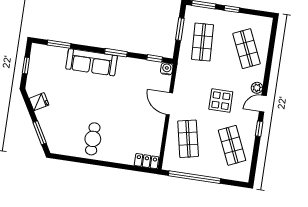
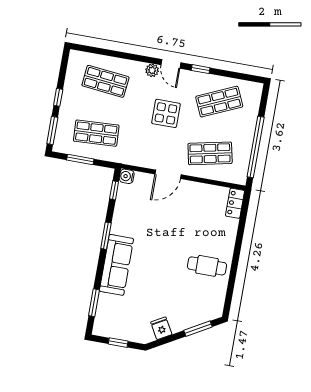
shop shelf: (247, 49) -> (105, 81), turned 30

